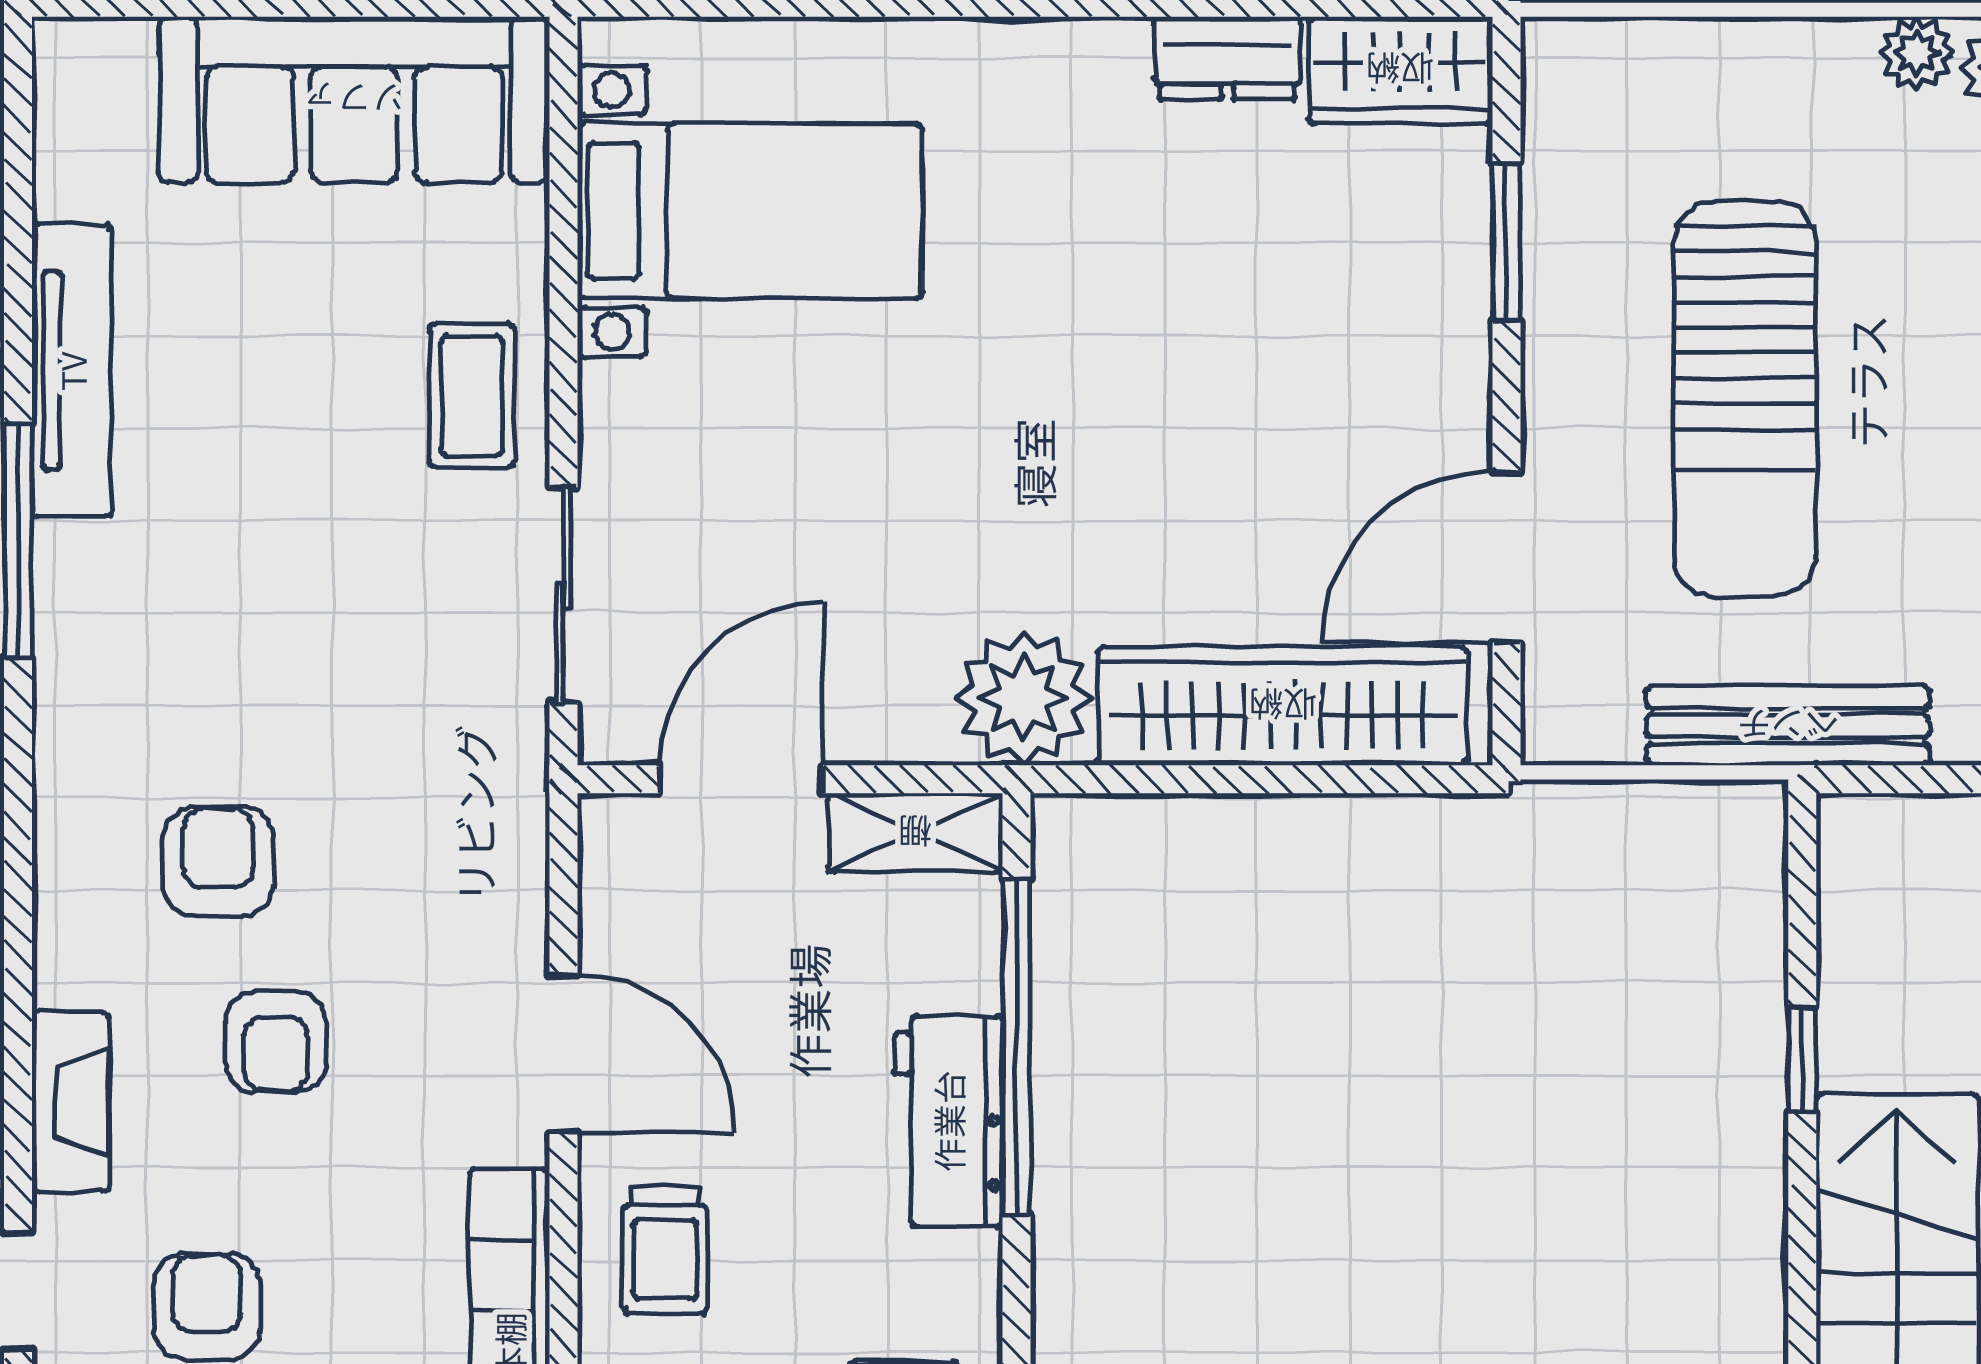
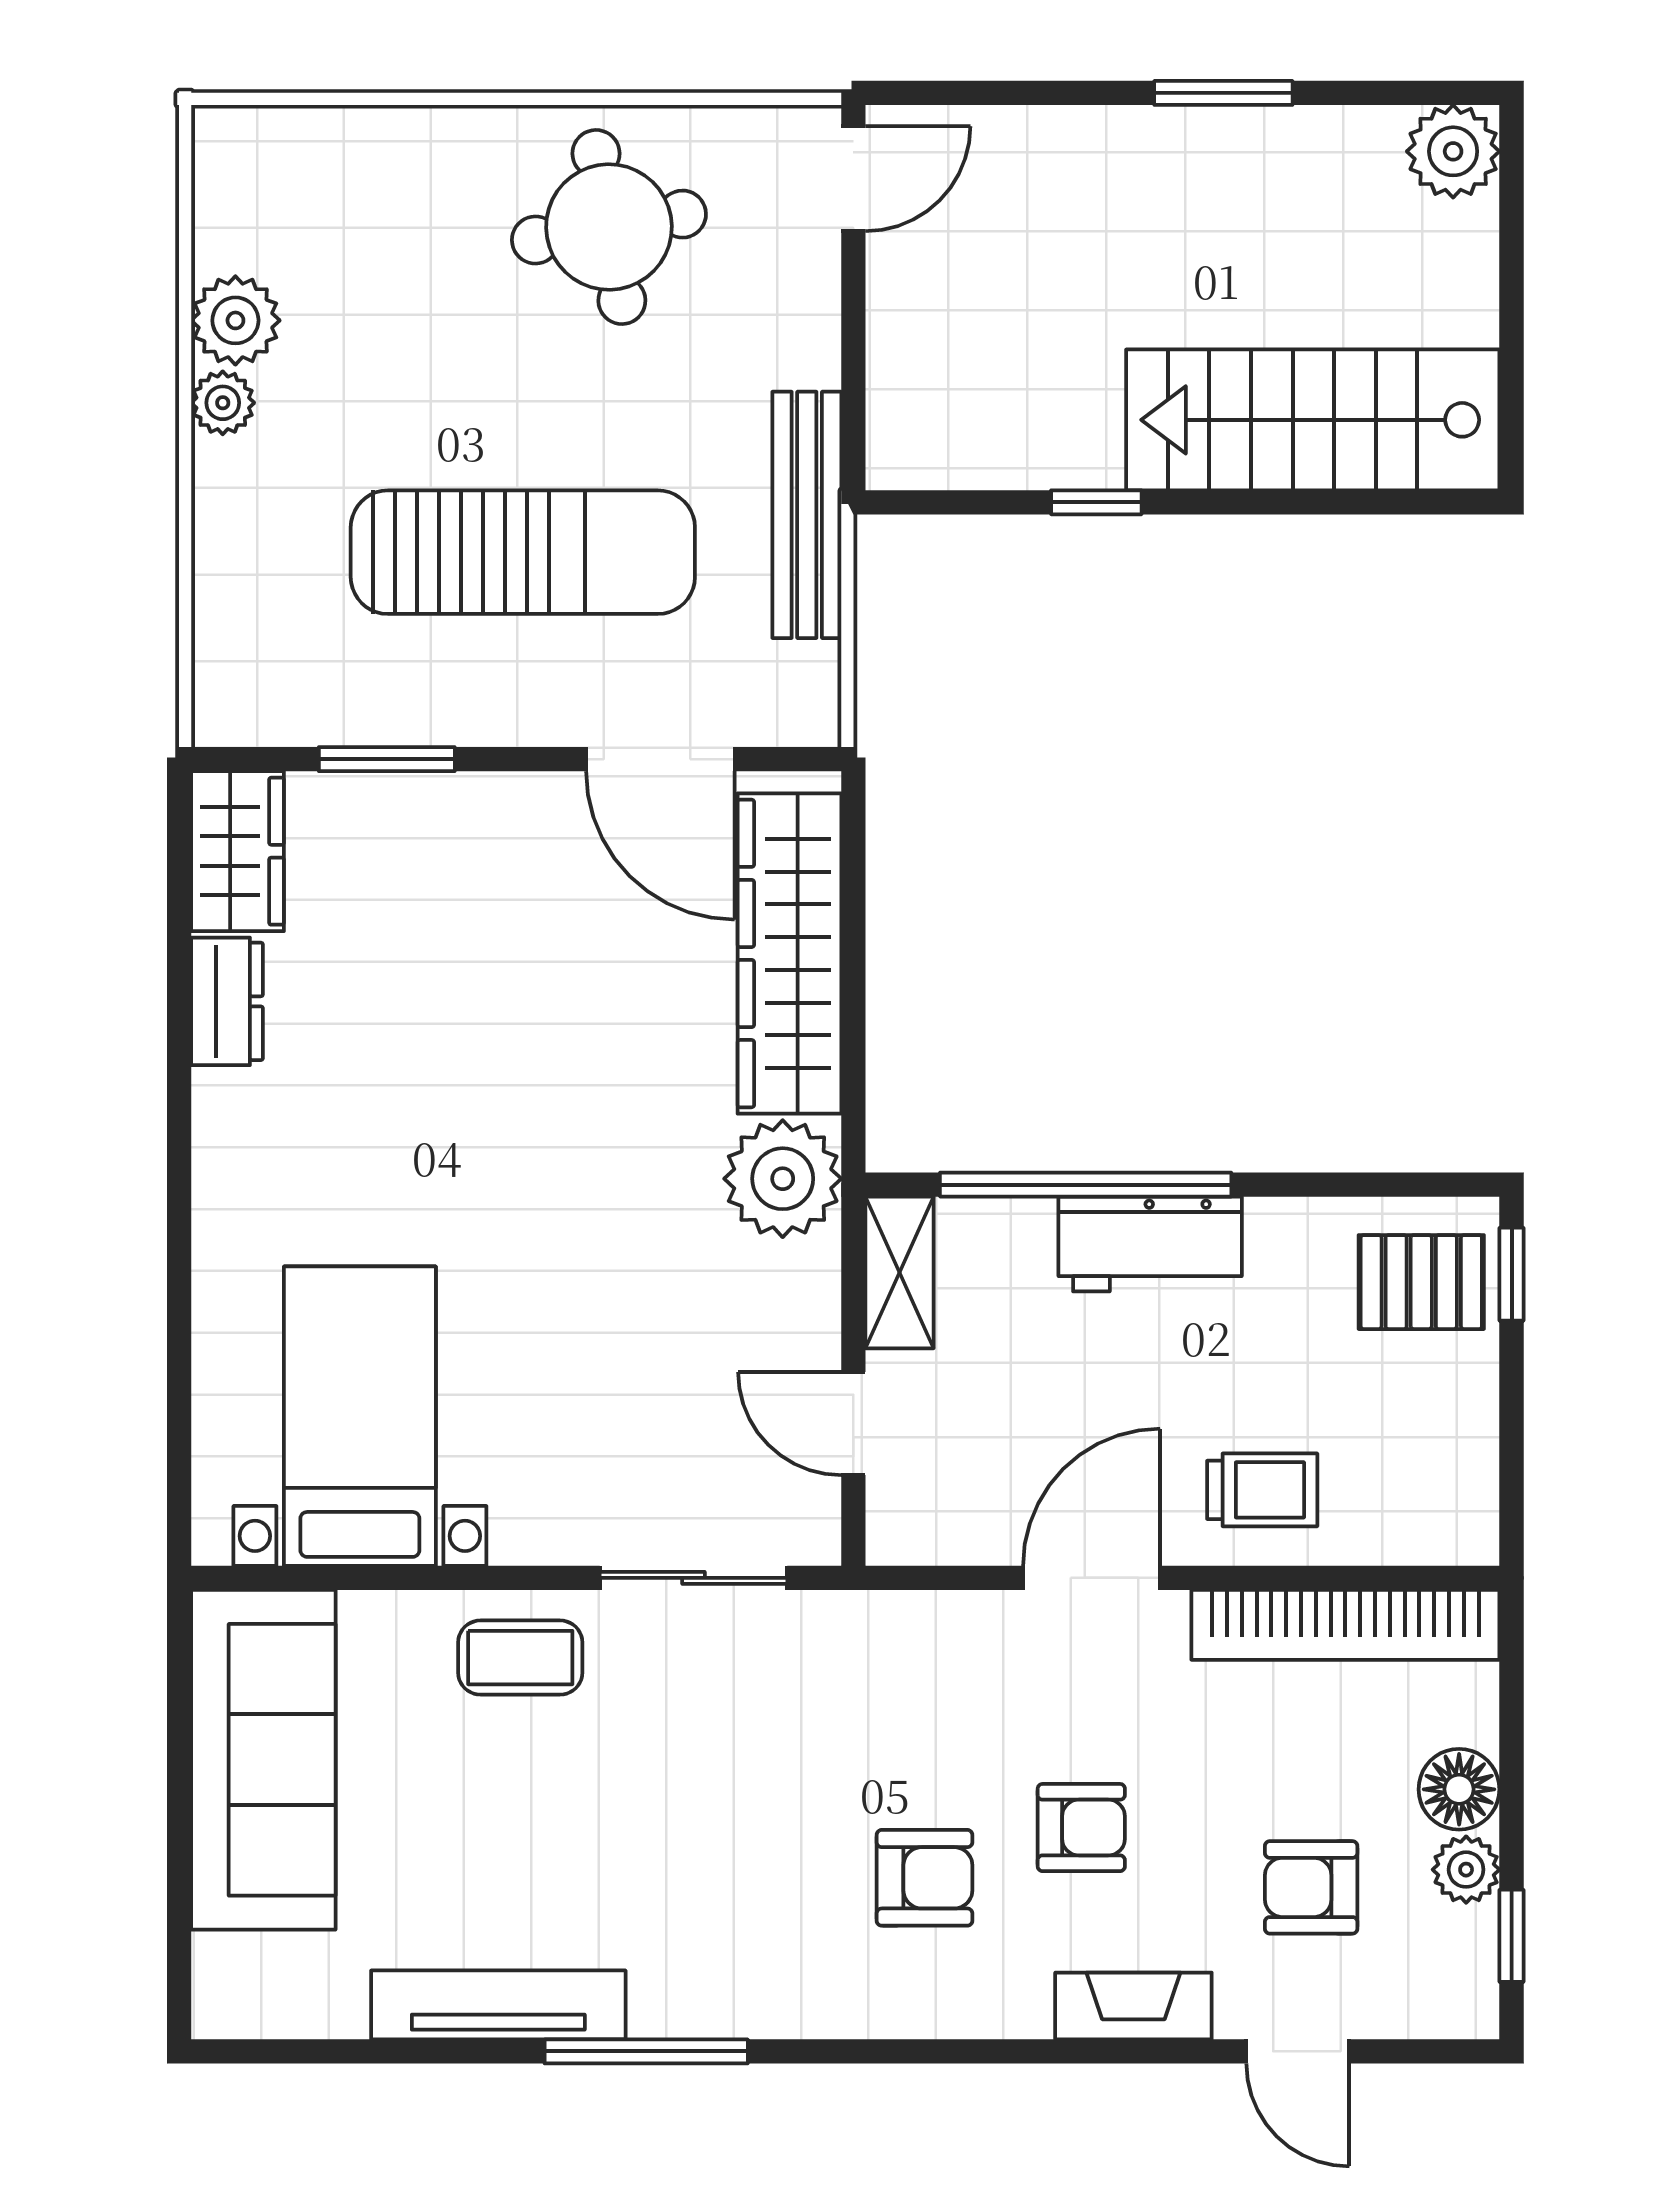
door: (741, 779) -> (853, 1424), width x0.73
armchair: (218, 861) -> (925, 1878), turned 180

